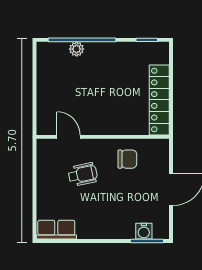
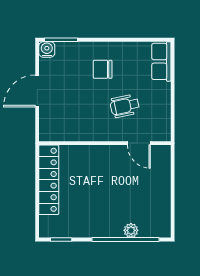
chair: (127, 159) -> (103, 69), moved
row of seats: (56, 230) -> (161, 61), moved, turned 90
water cooler: (144, 231) -> (47, 49), moved

